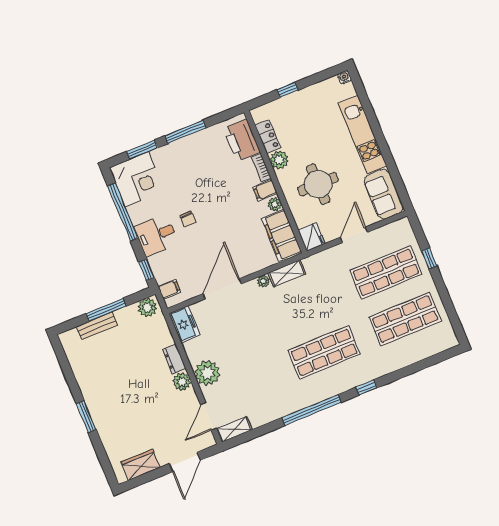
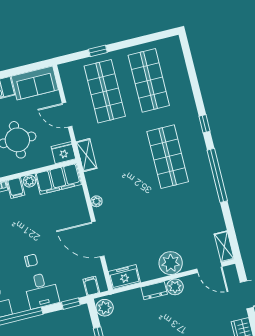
shelving: (287, 273) -> (87, 155), moved

